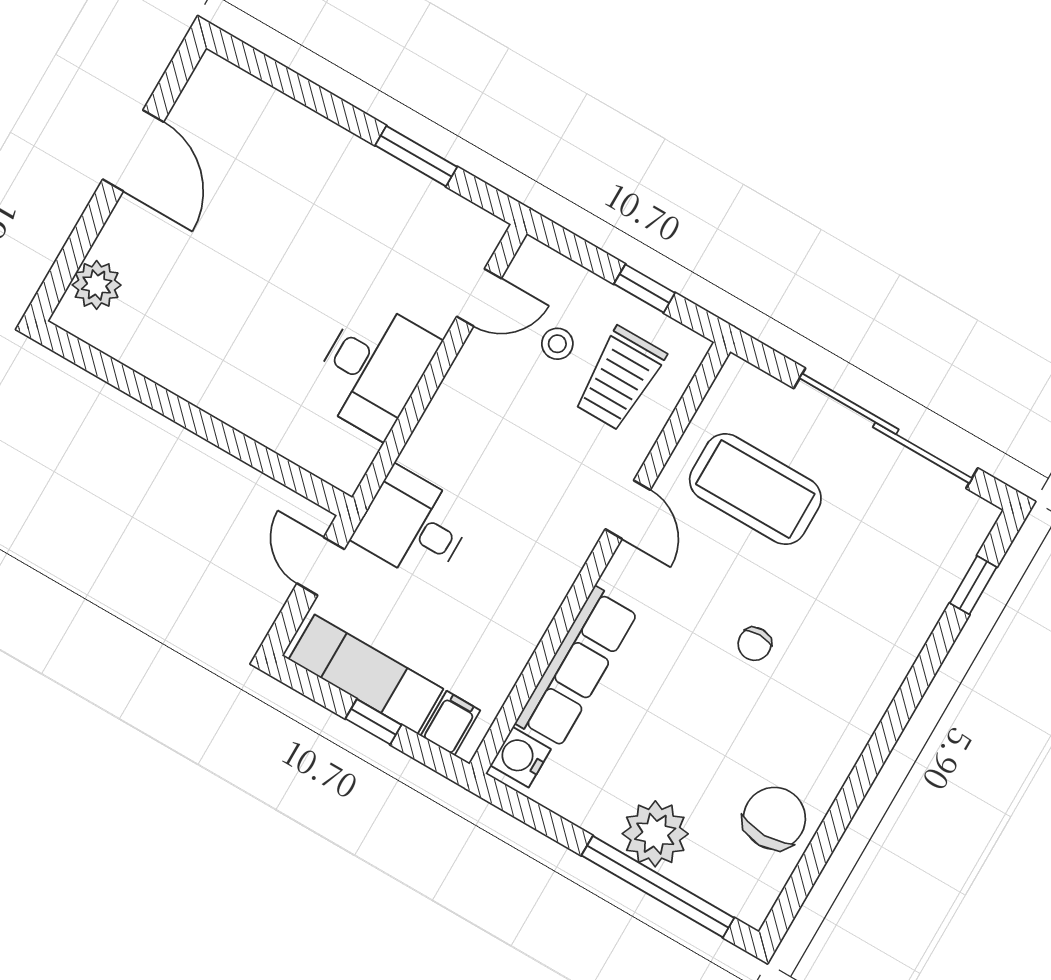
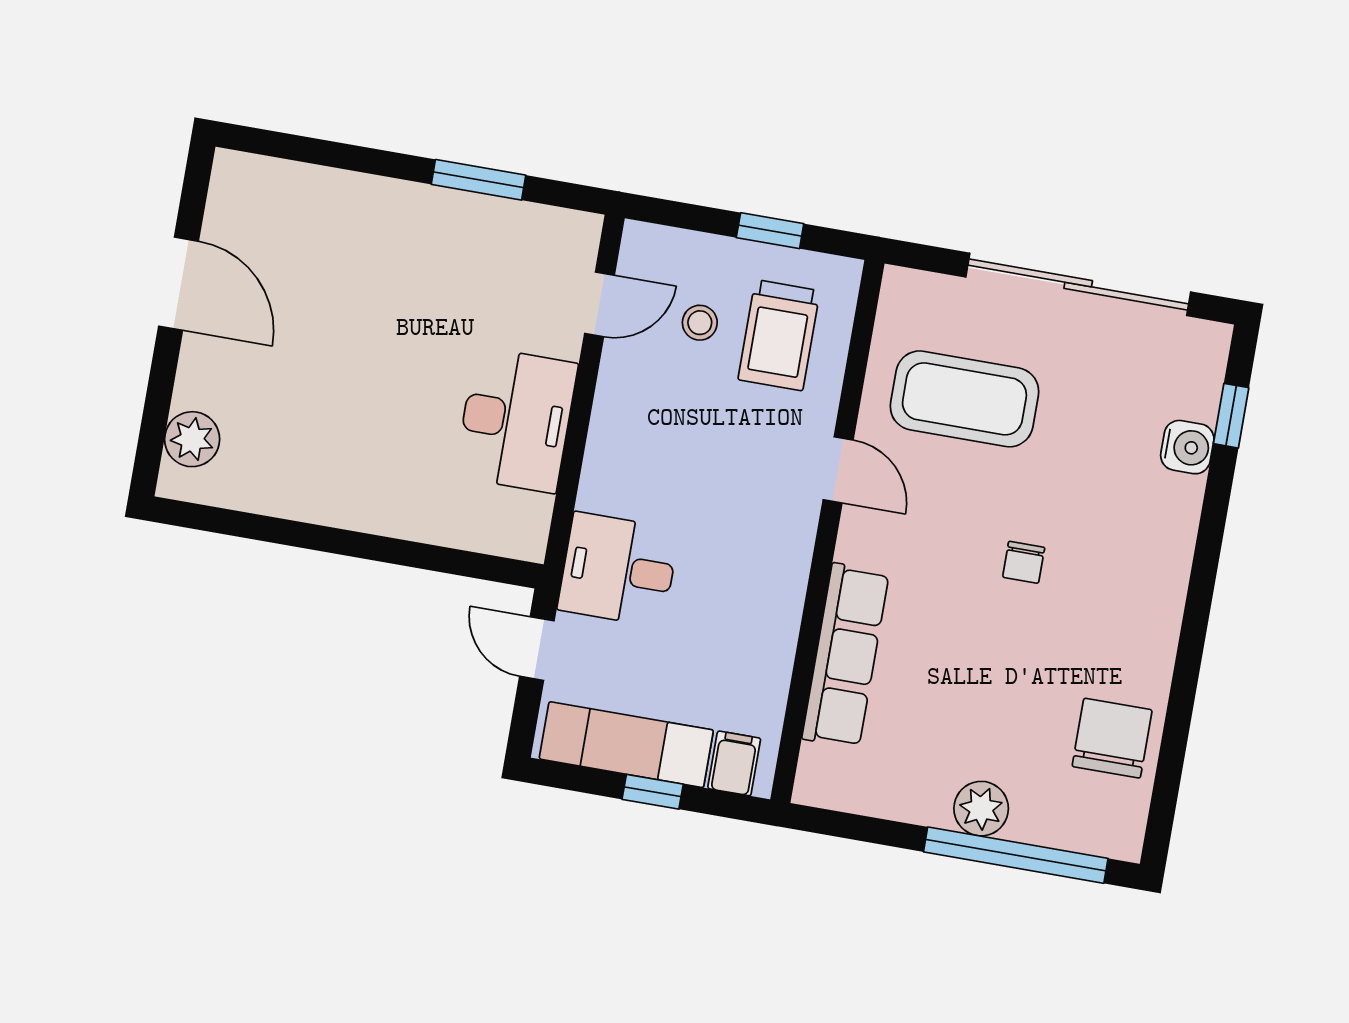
water cooler: (521, 757) -> (1187, 447), moved, turned 180
plant: (655, 834) -> (981, 809), width x0.73, depth x0.73

